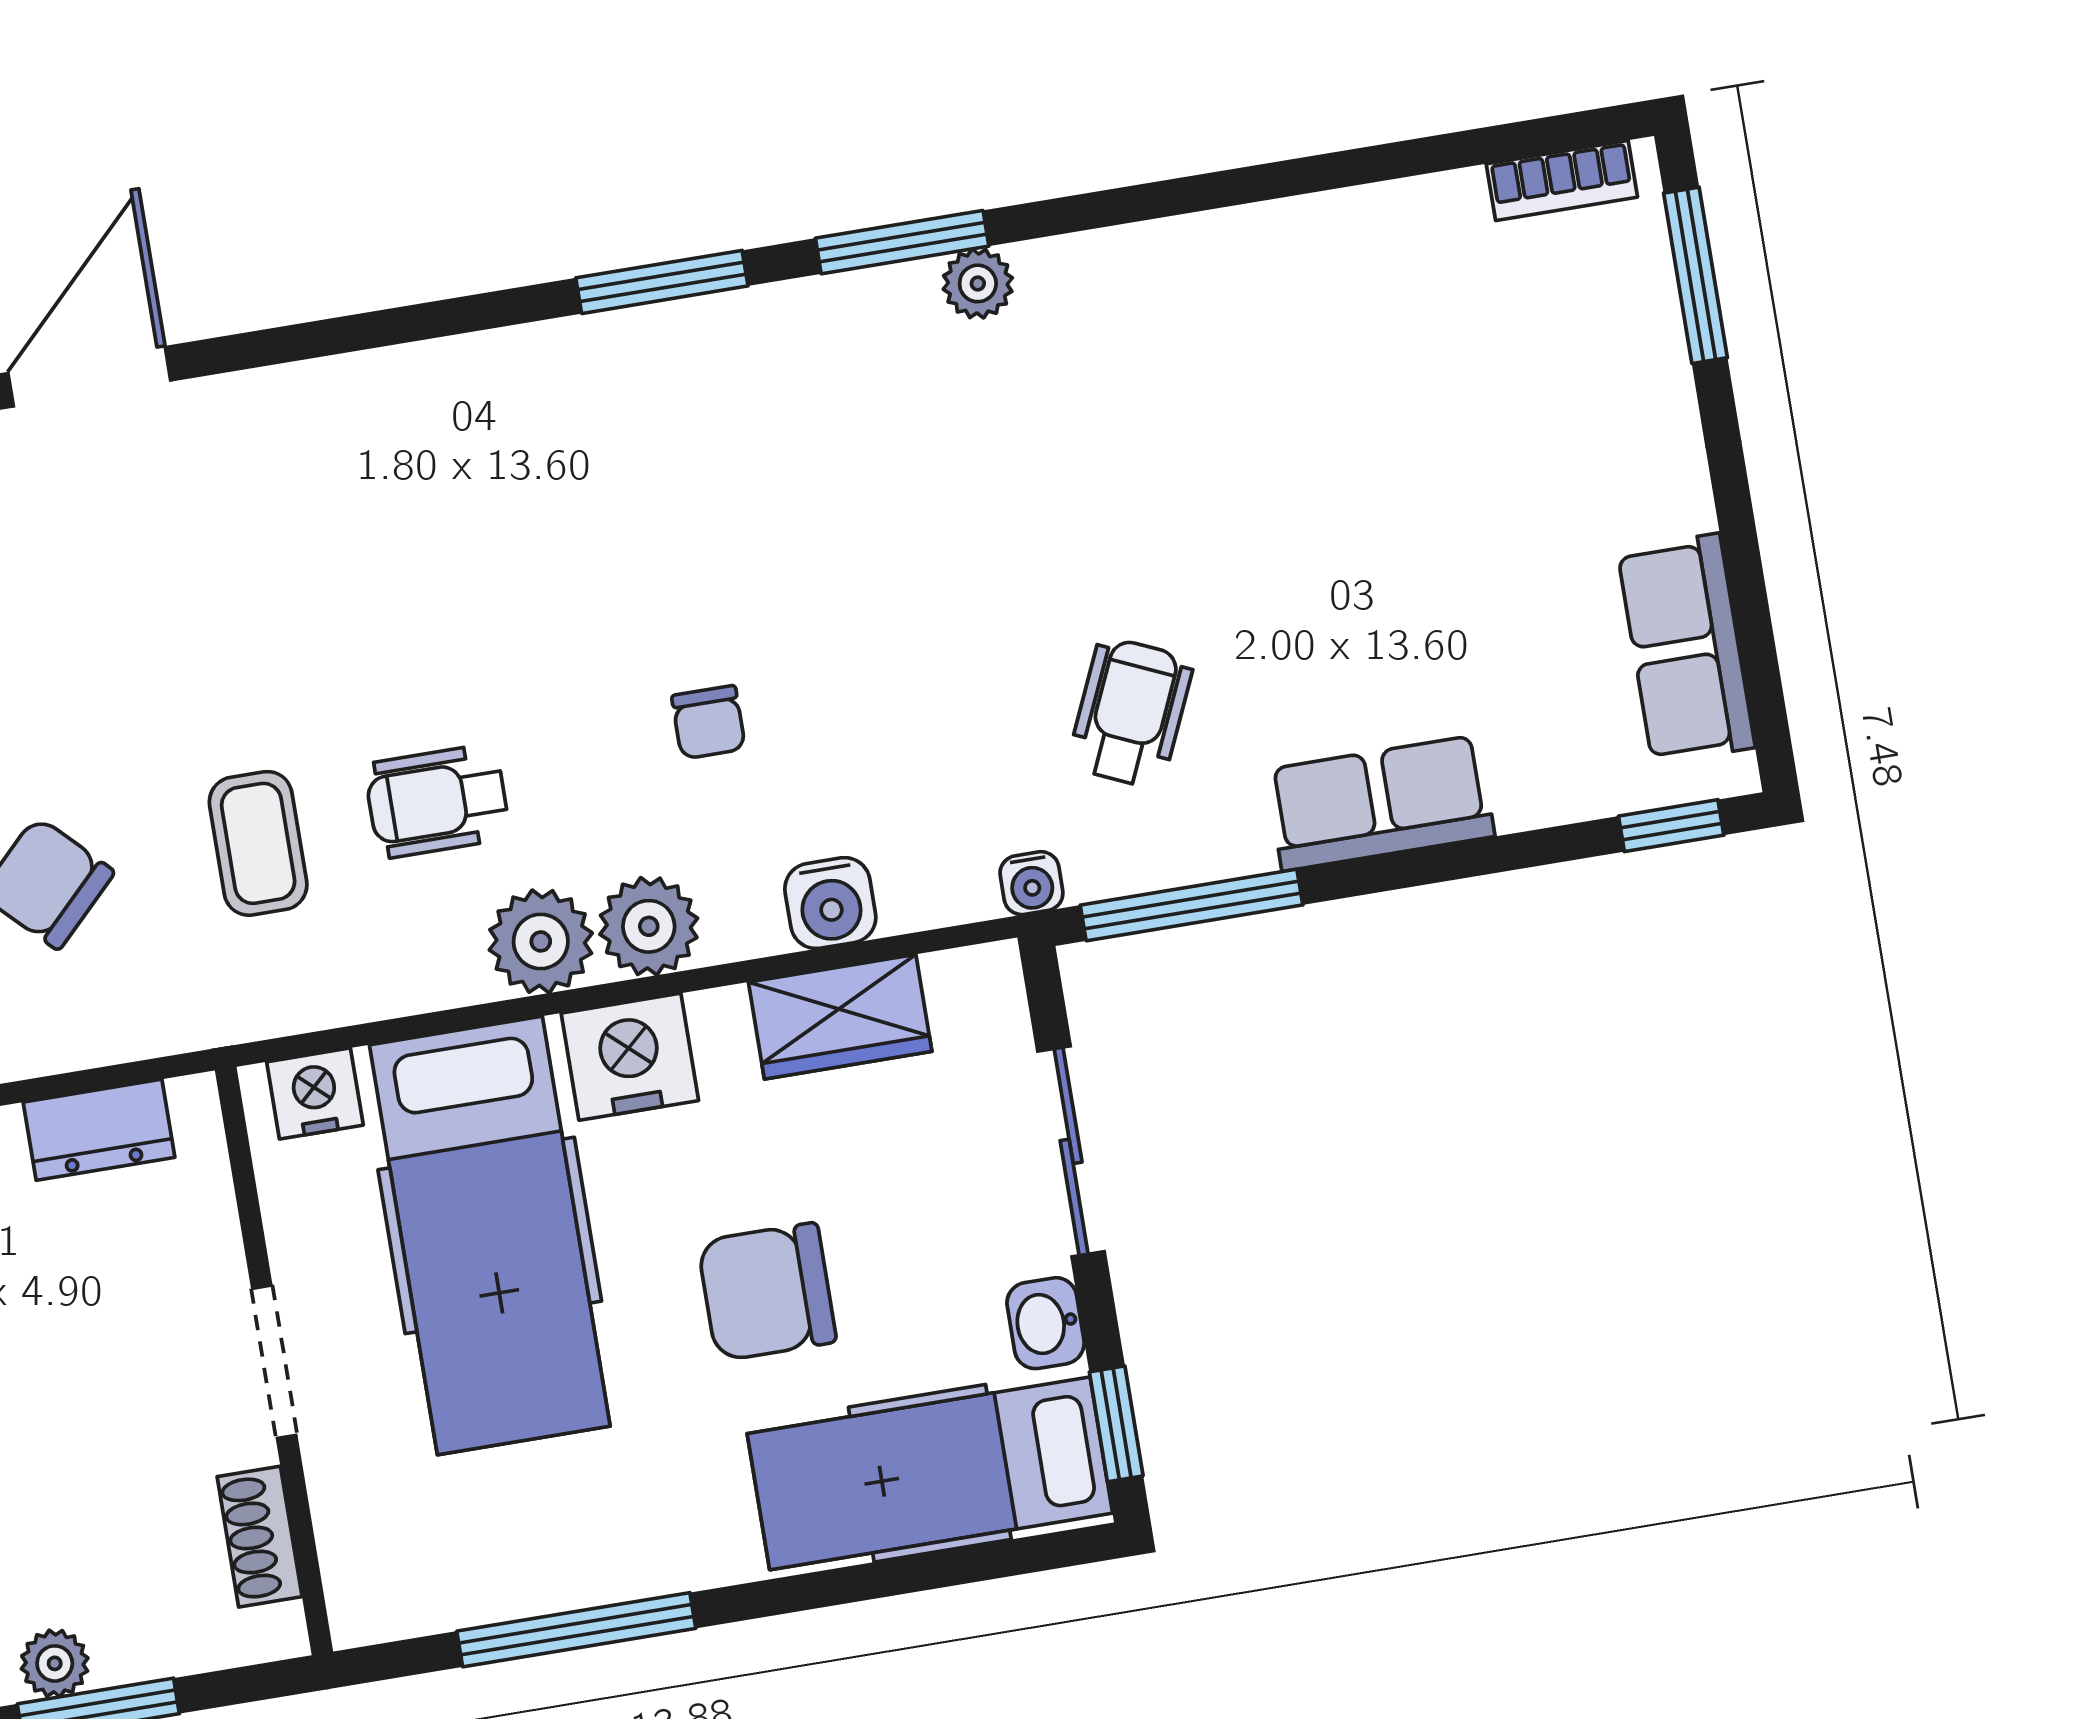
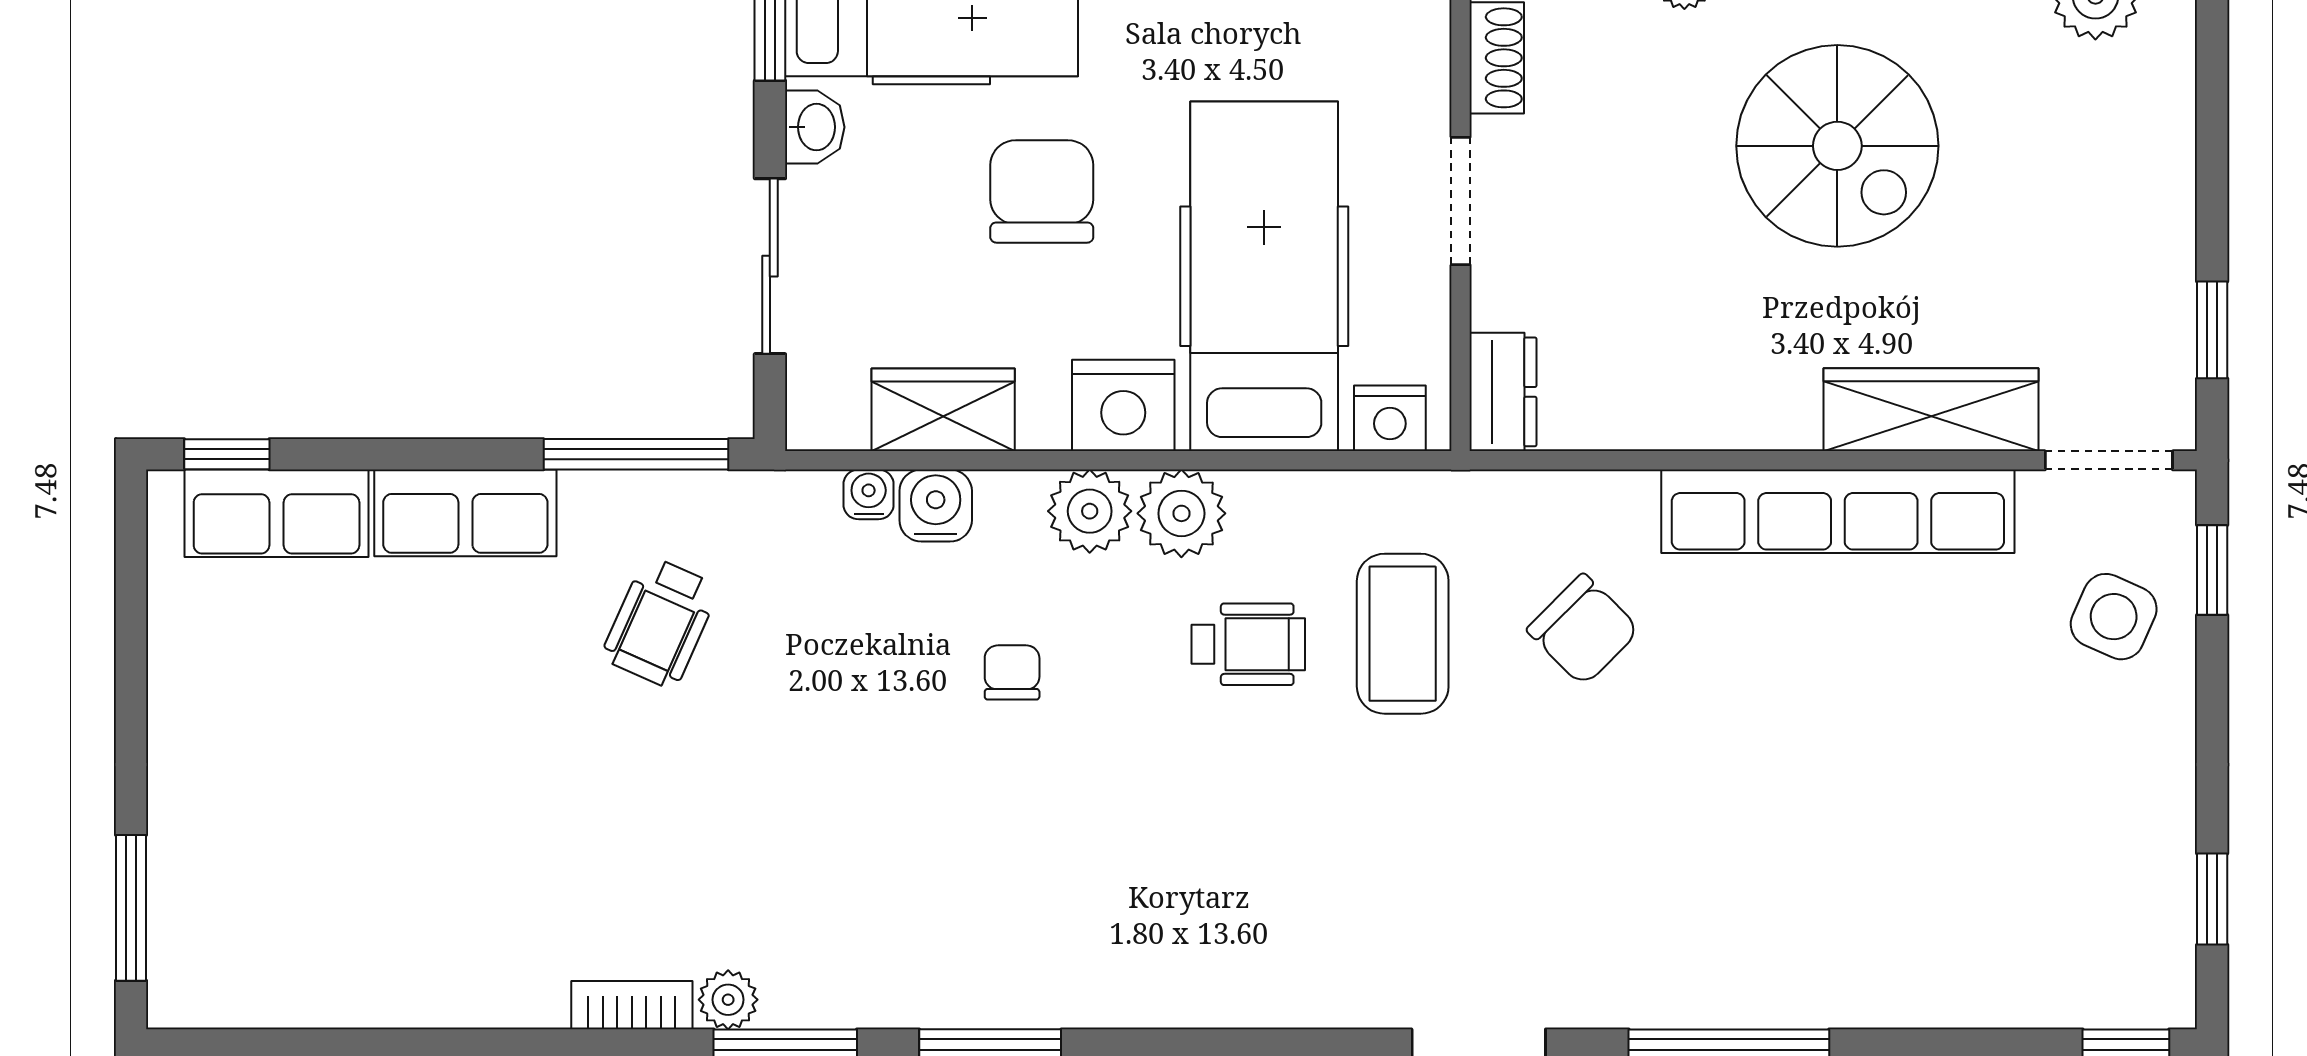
bookcase: (1562, 180) -> (632, 1005), moved
row of seats: (1686, 649) -> (277, 513), moved, turned 90
coffee table: (258, 843) -> (1403, 634), width x1.36, depth x1.30
water cooler: (1031, 883) -> (869, 494), moved
dresser: (99, 1130) -> (1503, 392), moved, turned 90
chair: (767, 1292) -> (1042, 191), turned -90

